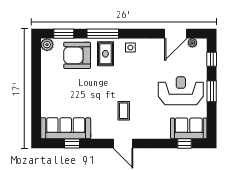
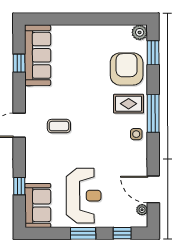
window: (103, 34) -> (153, 113), moved
window: (185, 143) -> (19, 186), moved

